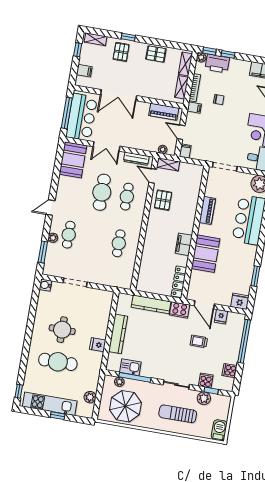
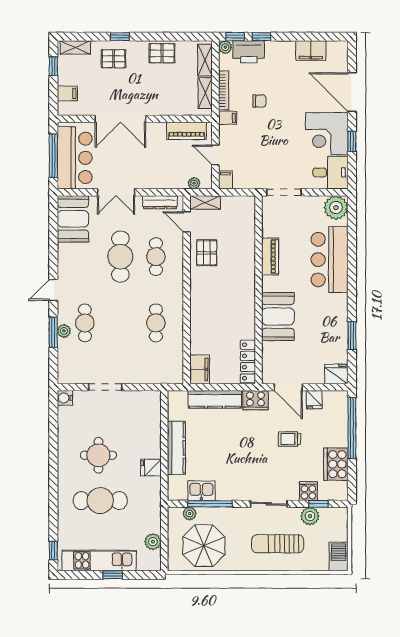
pallet: (121, 52) -> (114, 59), turned 90
filing cabinet: (184, 244) -> (200, 369), moved, turned 180
window: (43, 252) -> (53, 332), moved
cooker: (230, 371) -> (336, 464), width x1.87, depth x1.31

